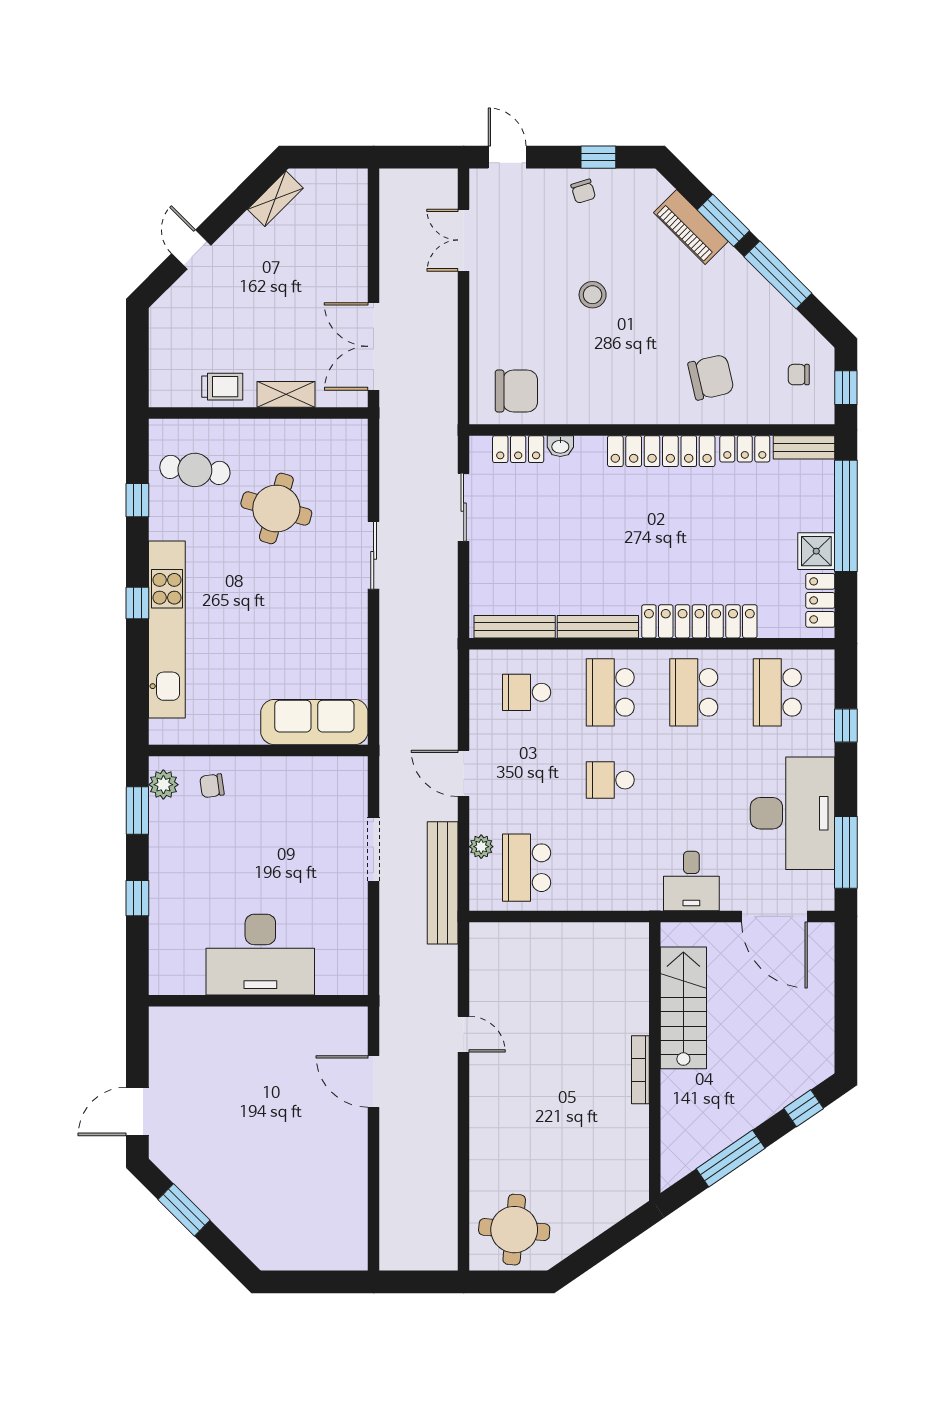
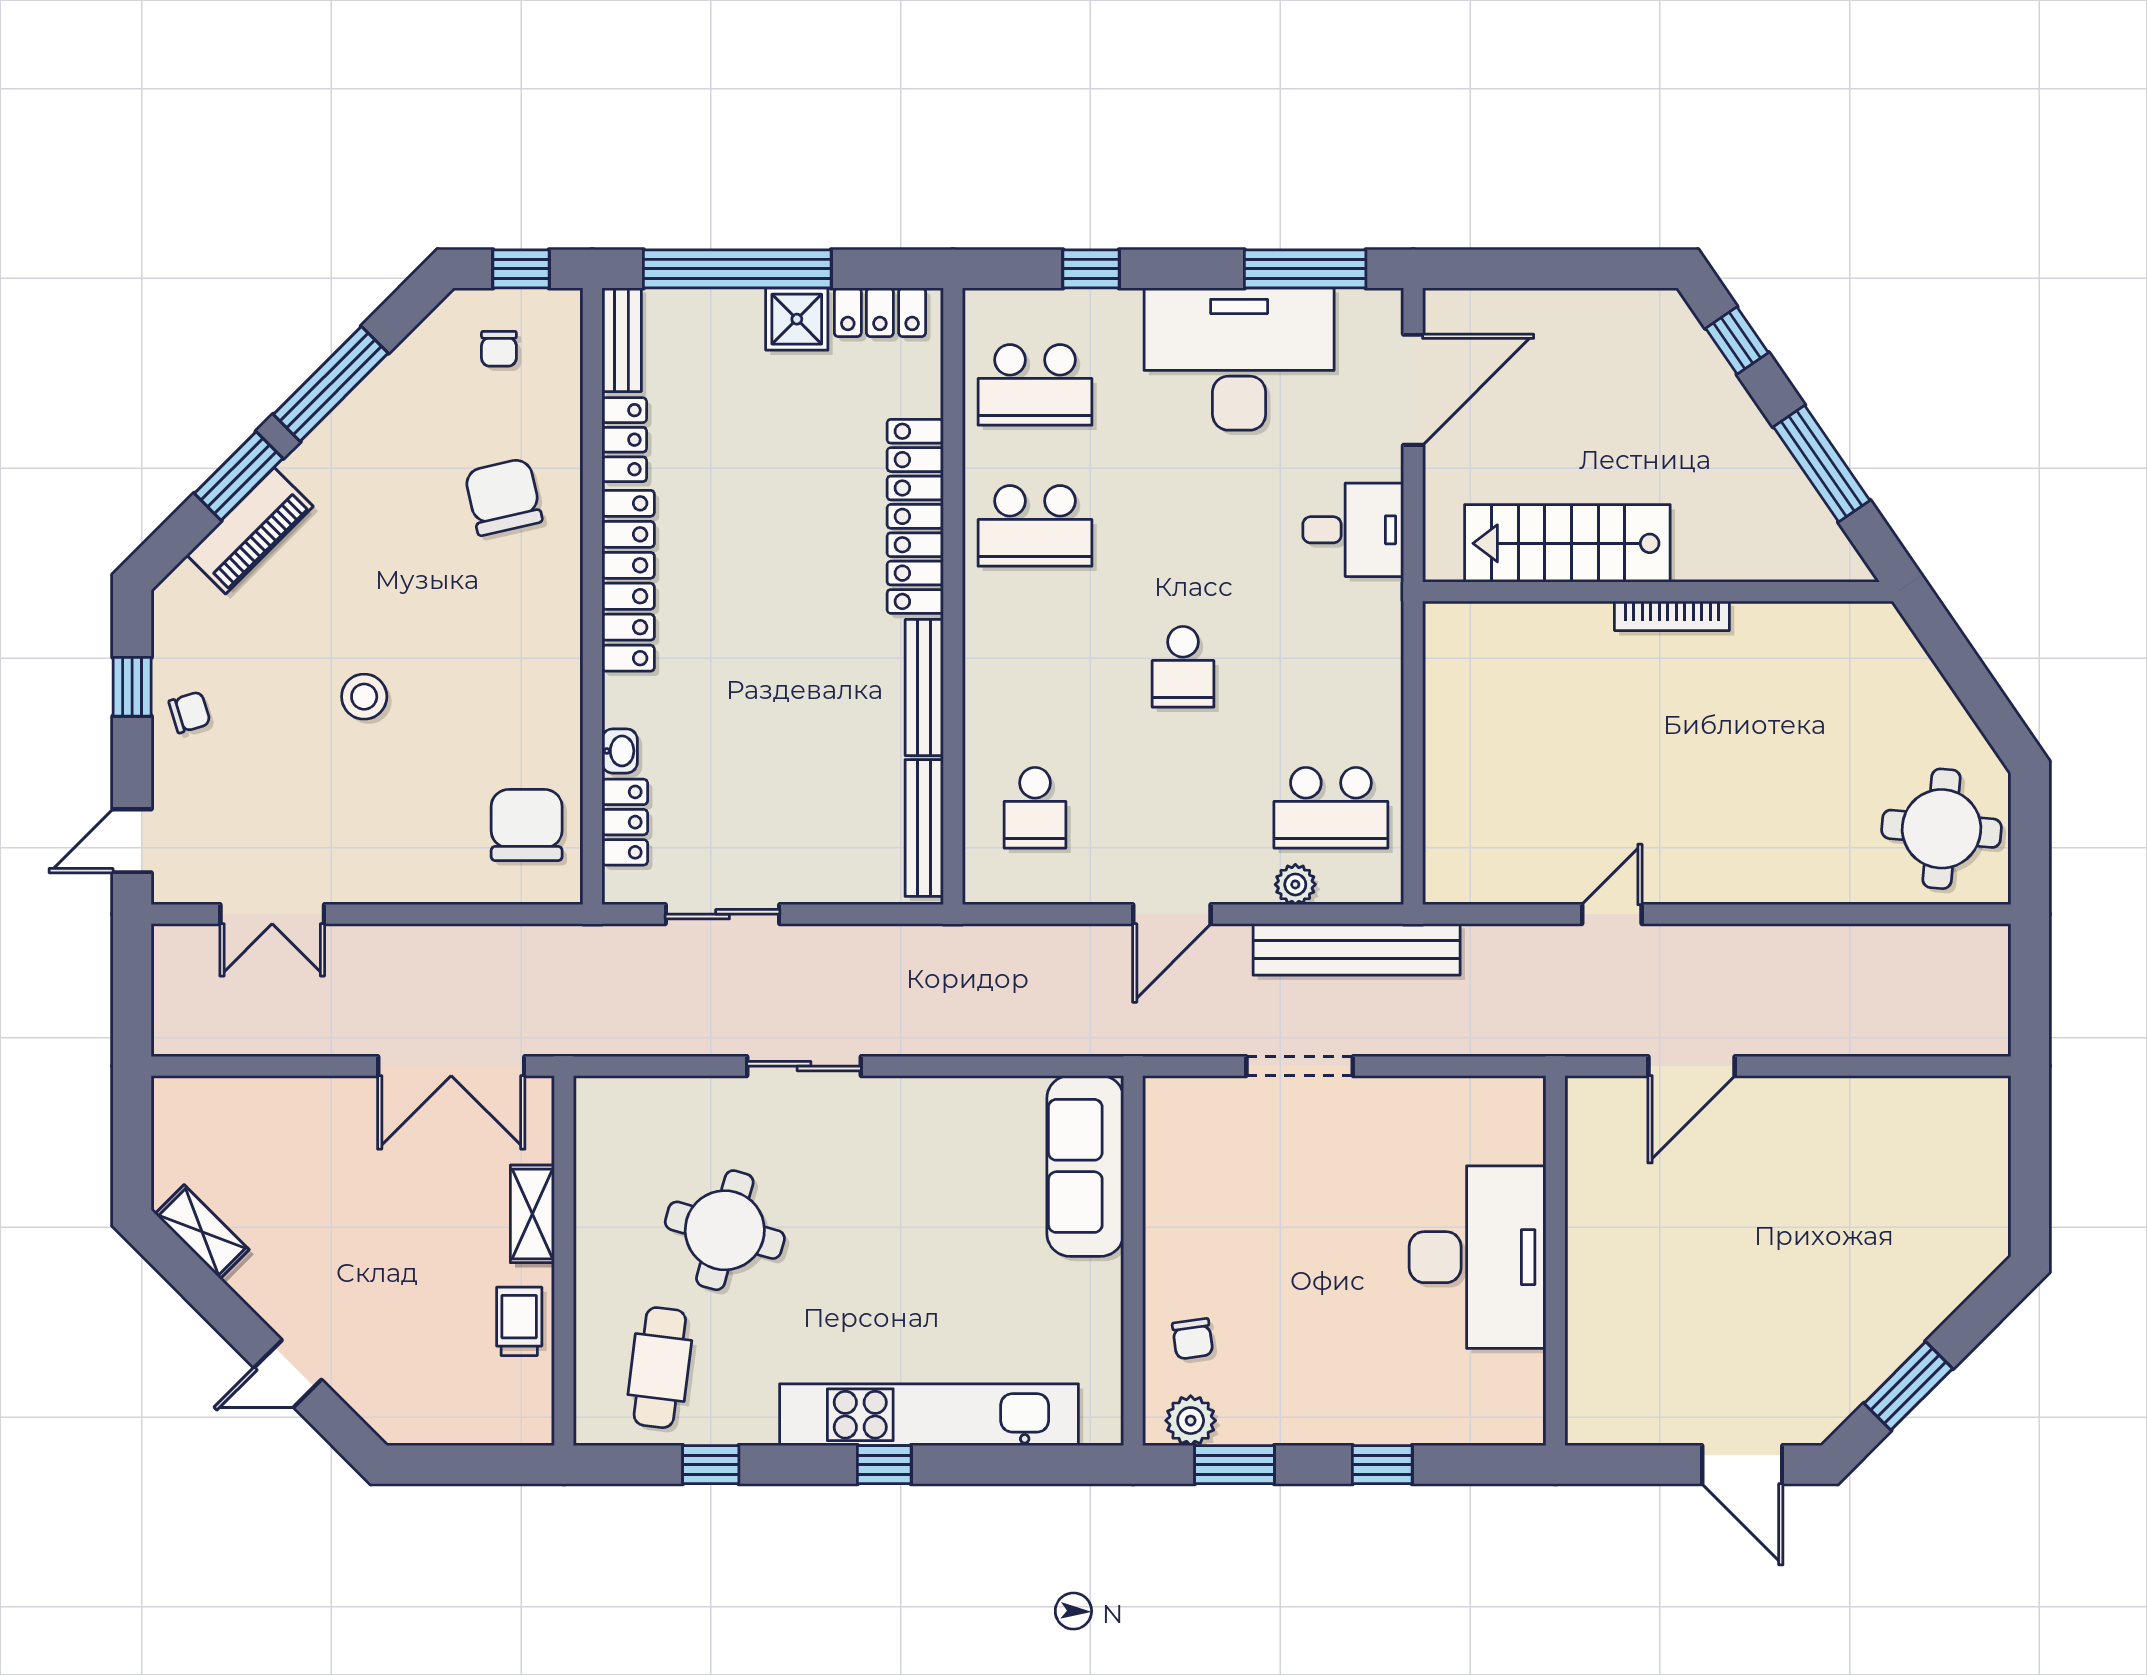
school desk: (610, 692) -> (1035, 667), removed

